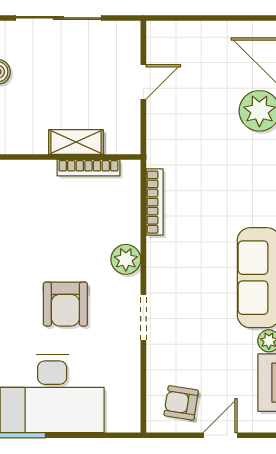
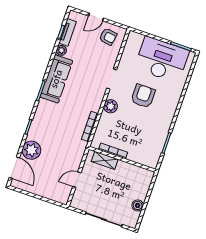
shelving: (76, 142) -> (105, 160), moved

